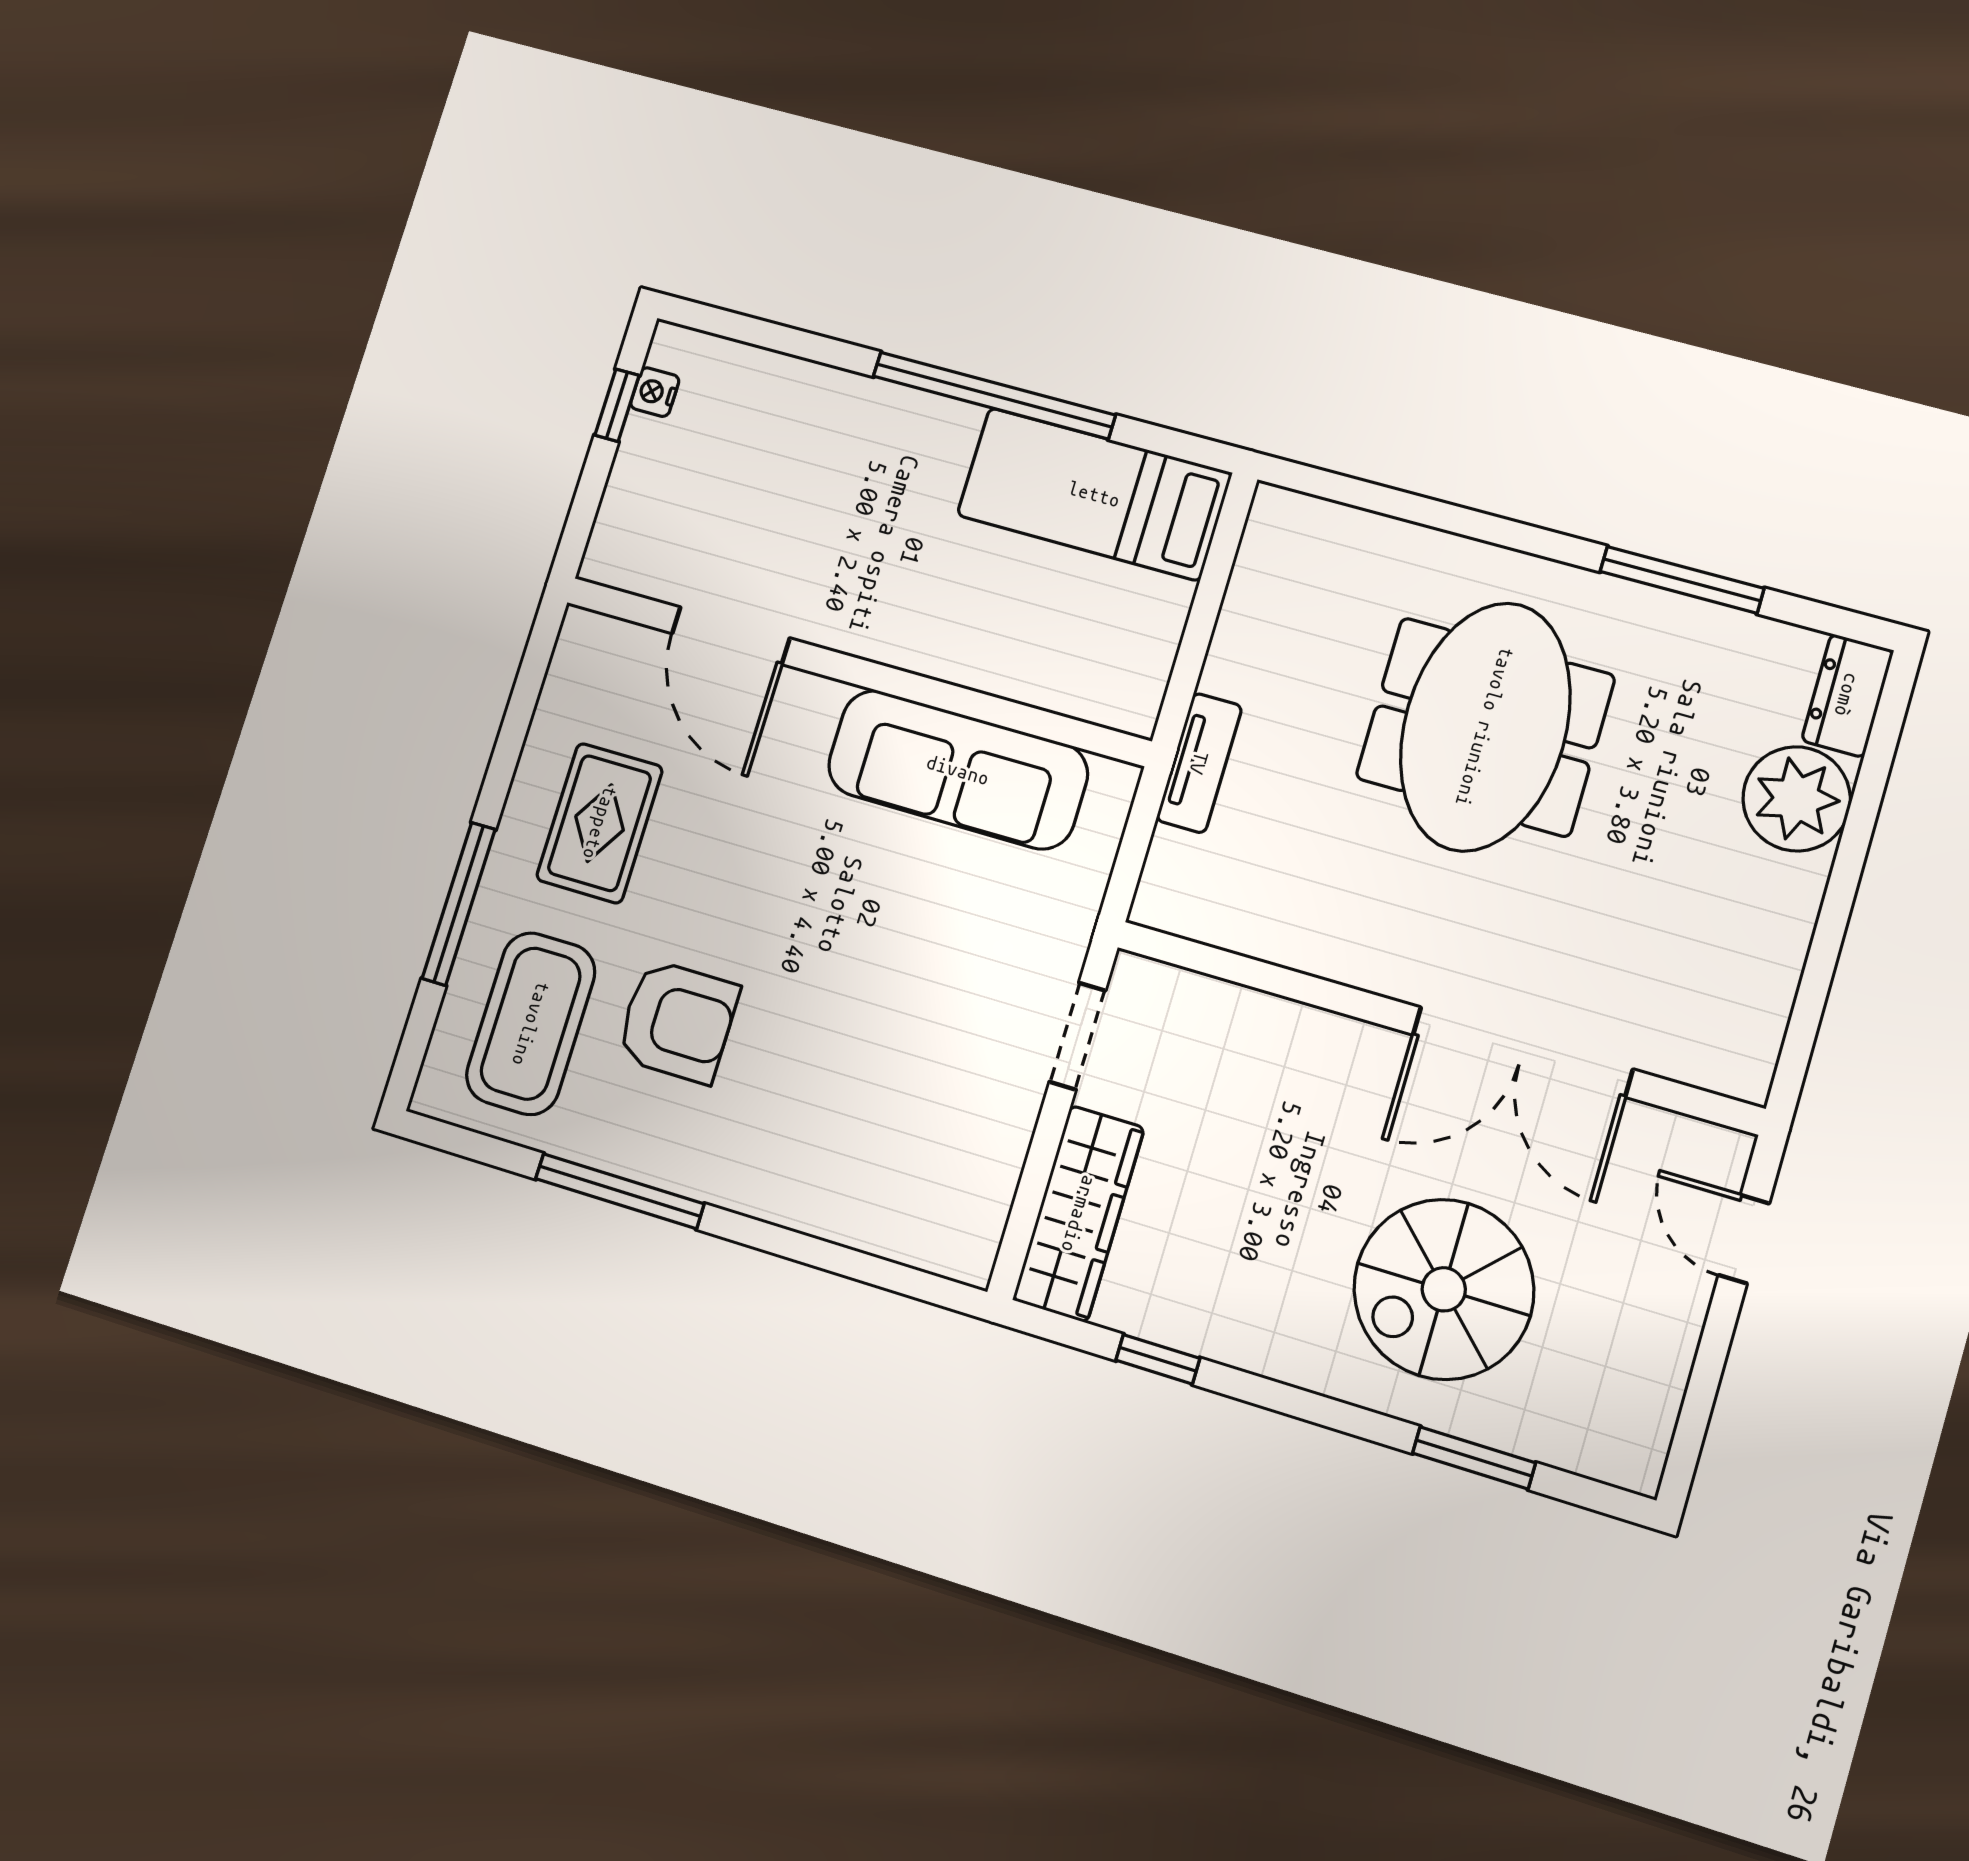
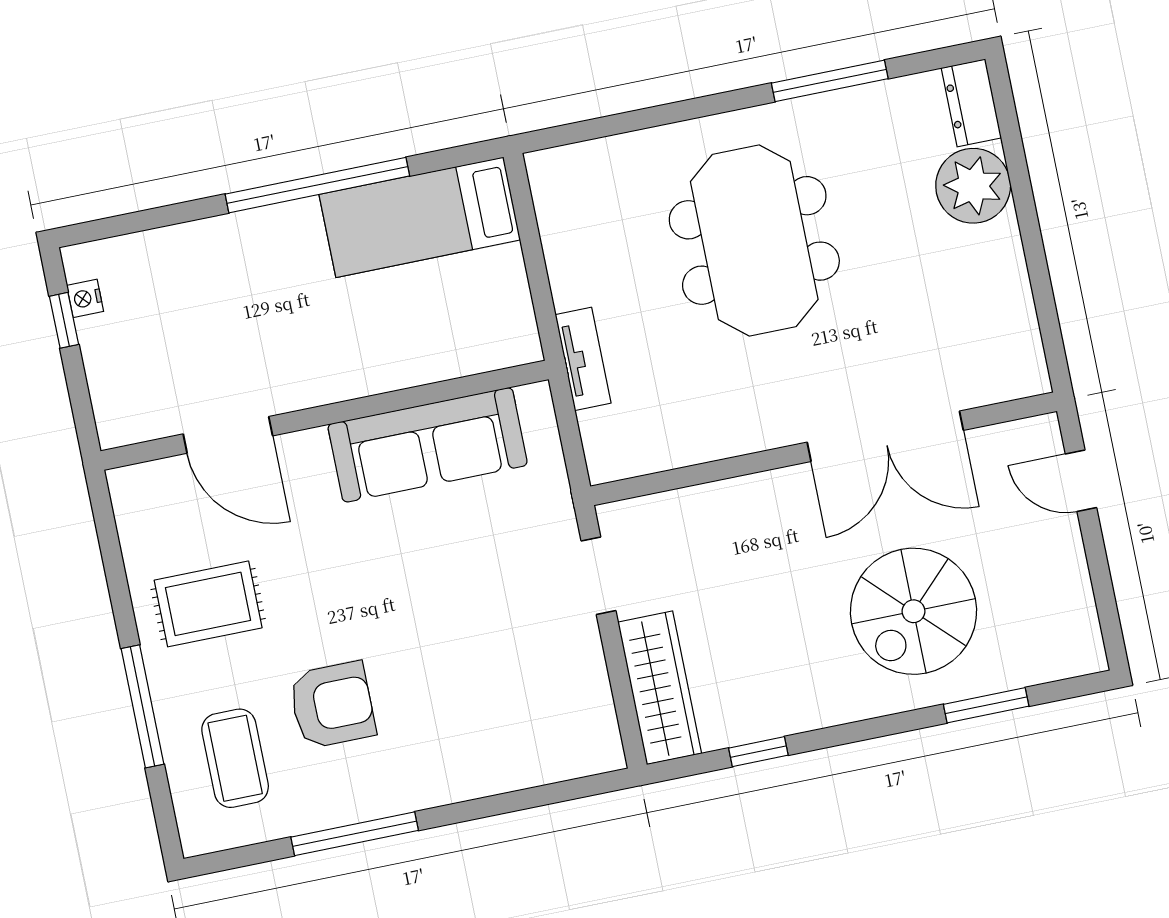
rug: (600, 823) -> (208, 604), turned 90
coffee table: (531, 1024) -> (235, 758), width x0.73, depth x0.76

